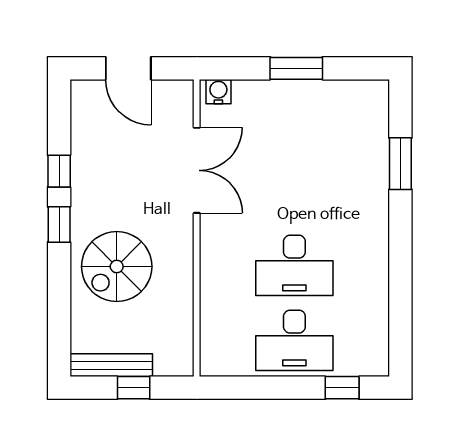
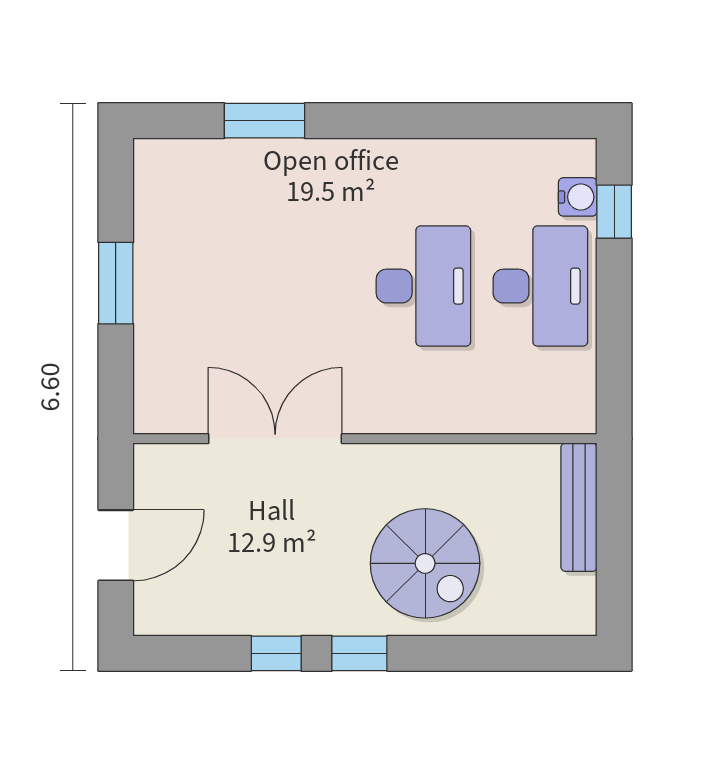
water cooler: (218, 92) -> (578, 197), moved, turned 180
bench: (111, 365) -> (579, 507), moved
window: (134, 388) -> (614, 537), removed

